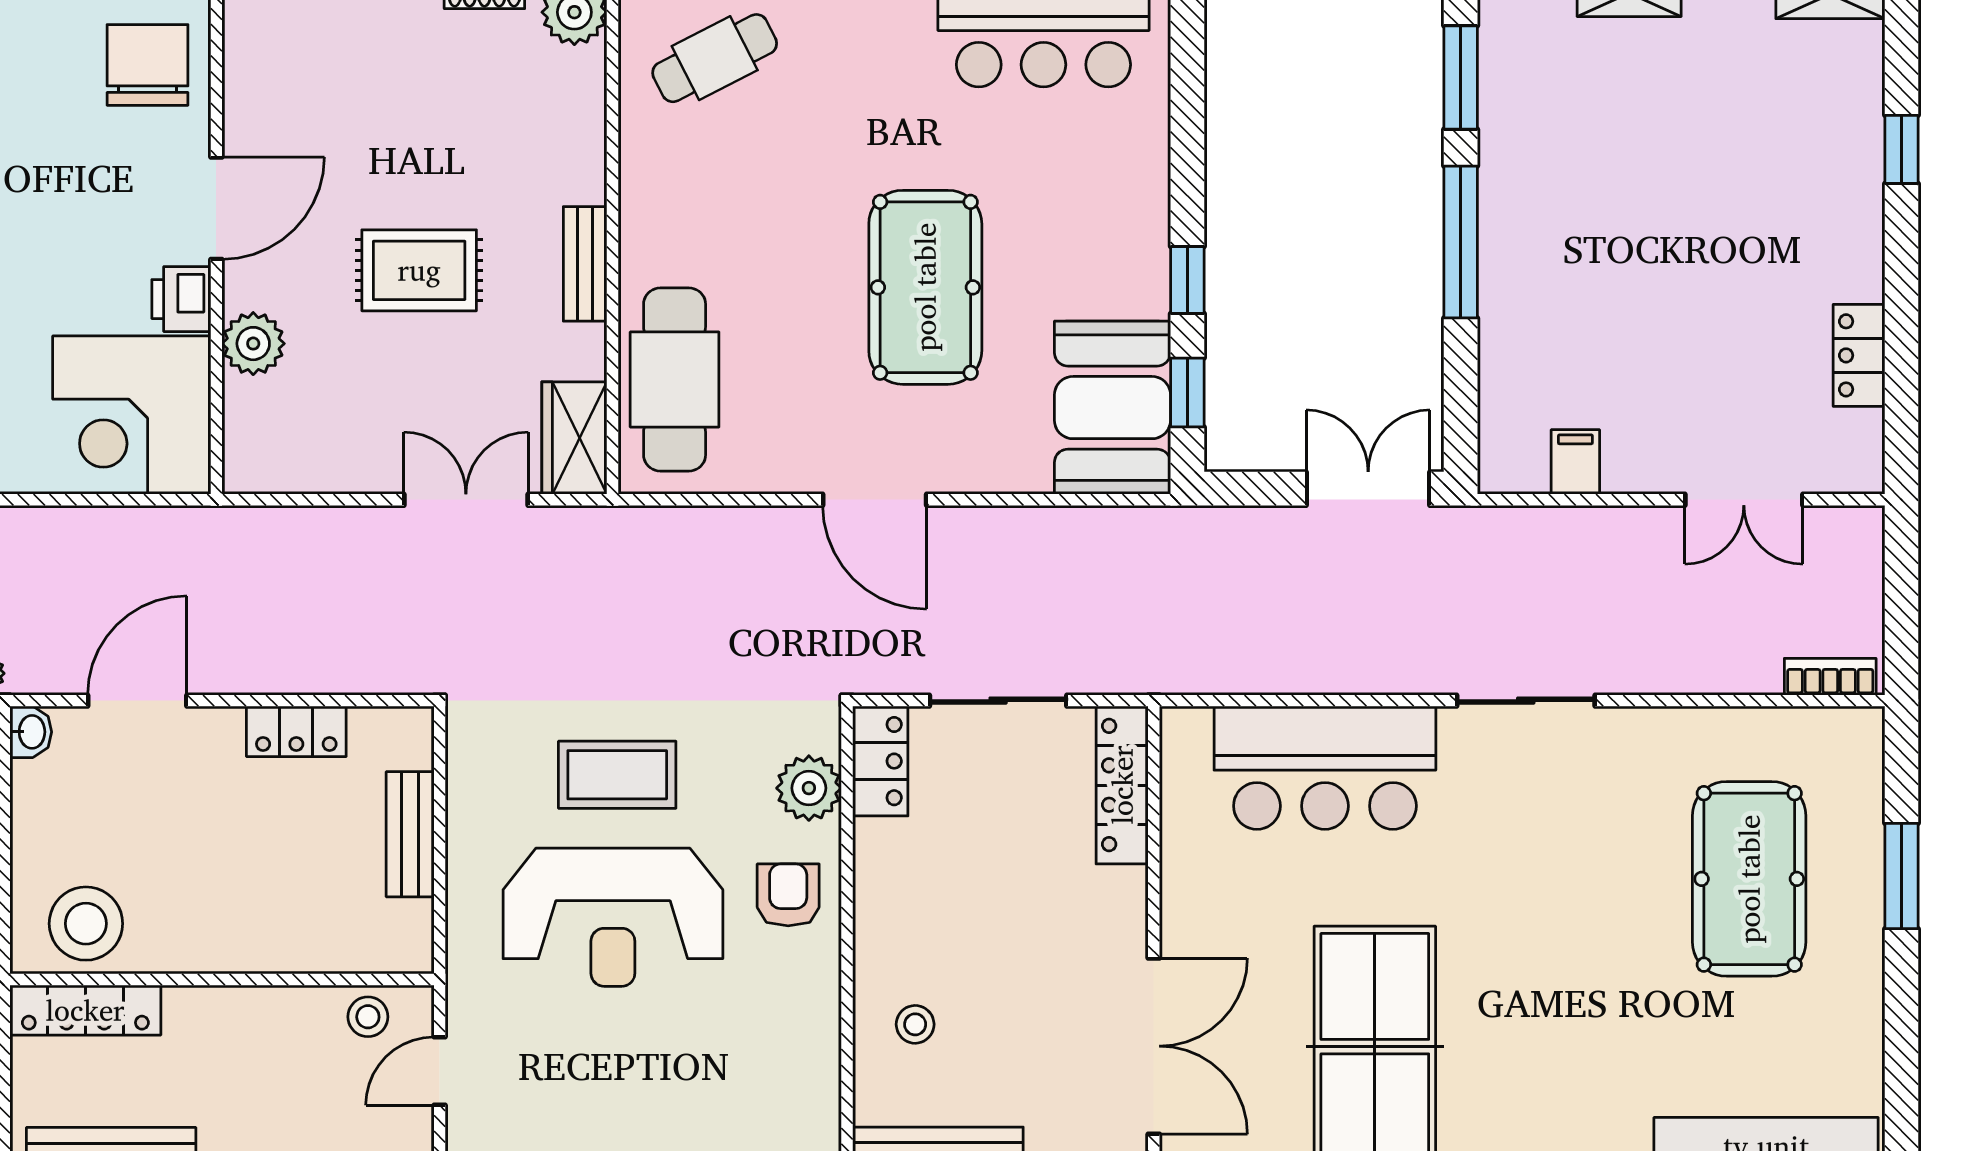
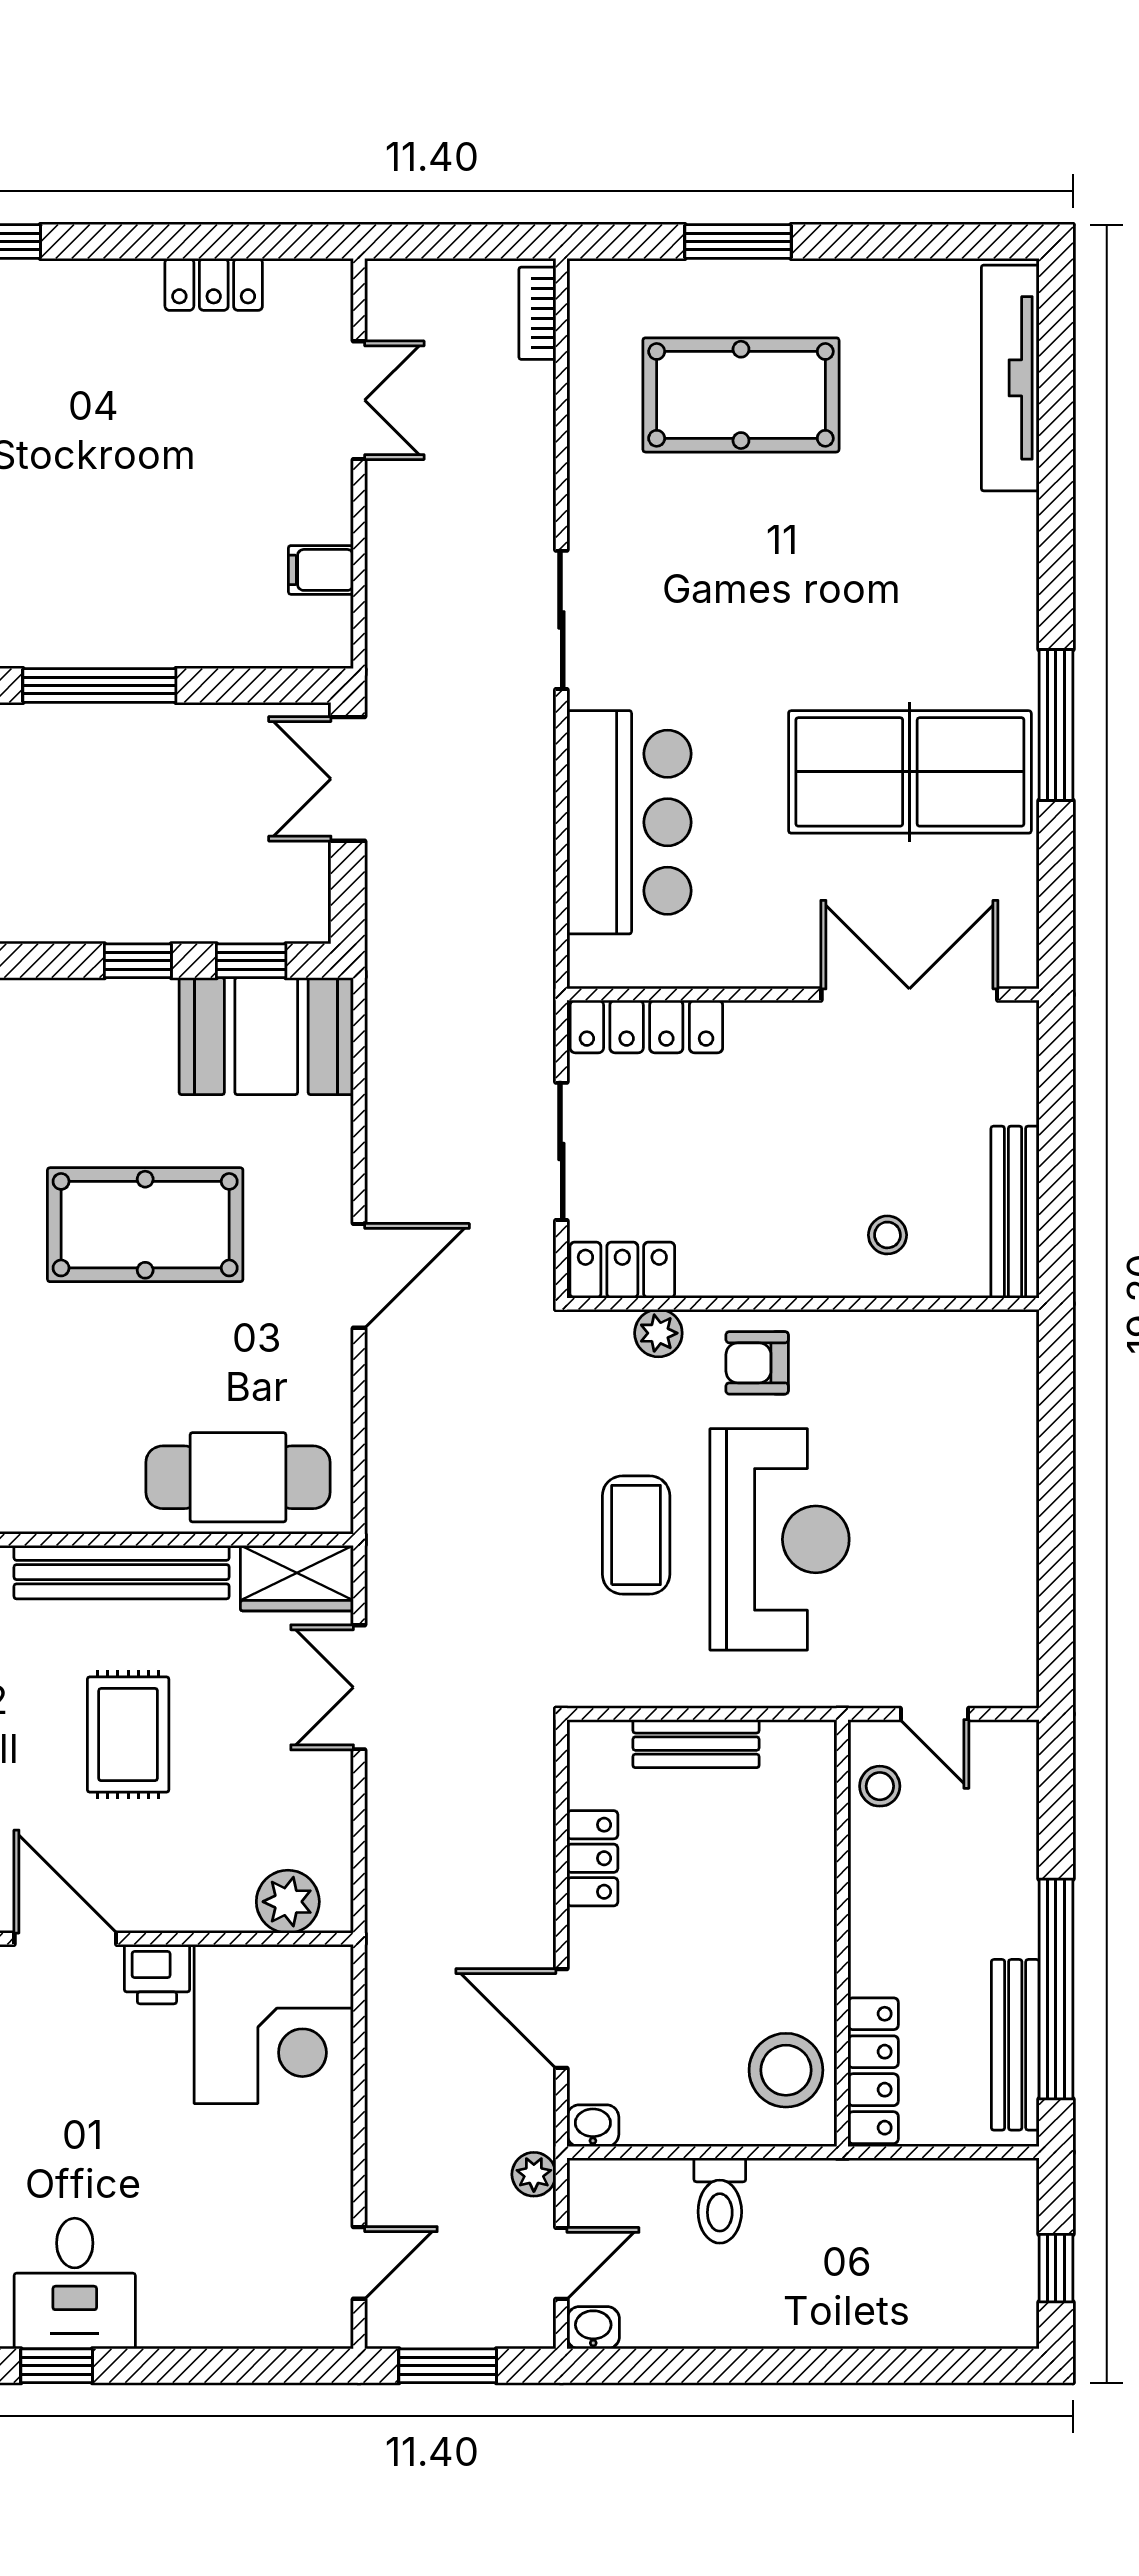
bench: (585, 264) -> (122, 1572), width x1.86, depth x1.21
plant: (253, 344) -> (288, 1902), moved
plant: (809, 788) -> (658, 1333), width x0.73, depth x0.73

